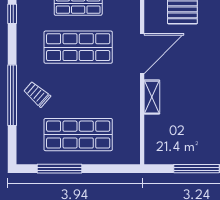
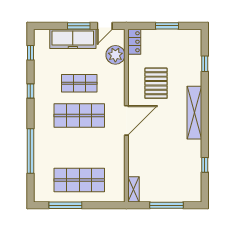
trolley: (37, 94) -> (49, 150), removed
shelving: (152, 97) -> (134, 189), moved

